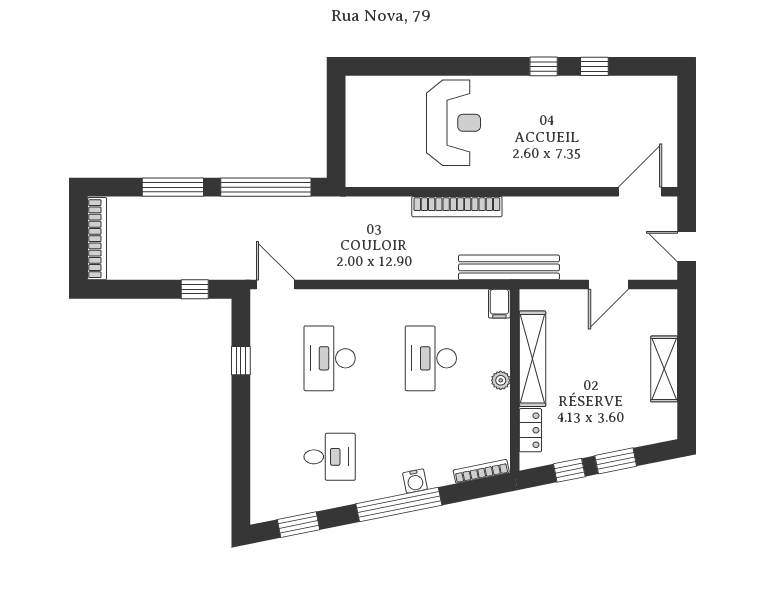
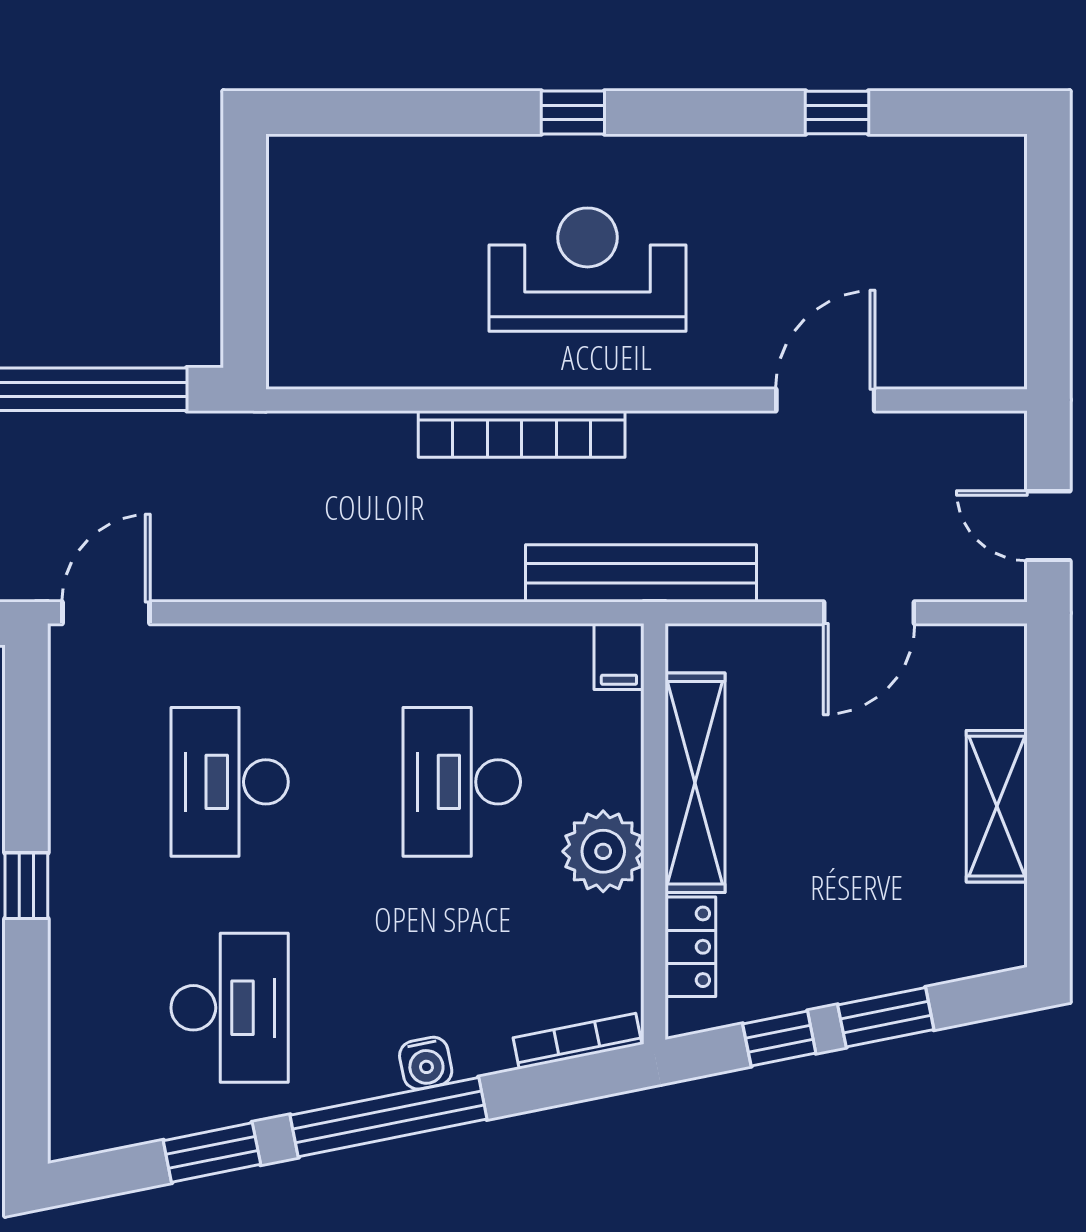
window: (544, 66) -> (573, 112), moved
reception desk: (453, 123) -> (588, 270), moved, turned -90
door: (640, 192) -> (825, 400), moved
door: (276, 285) -> (106, 613), hinge flipped
window: (241, 361) -> (26, 886), moved
plant: (501, 380) -> (603, 851), width x1.87, depth x1.87
desk: (330, 457) -> (230, 1008), width x1.37
window: (298, 525) -> (212, 1153), moved

